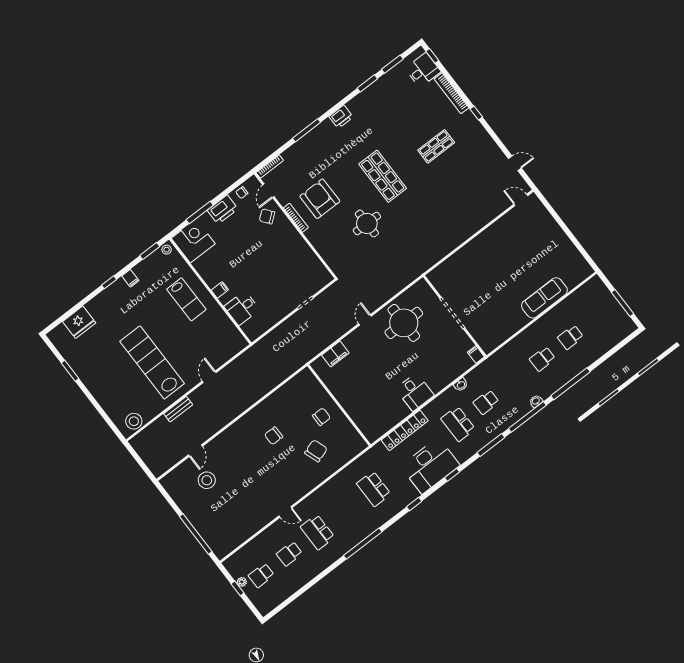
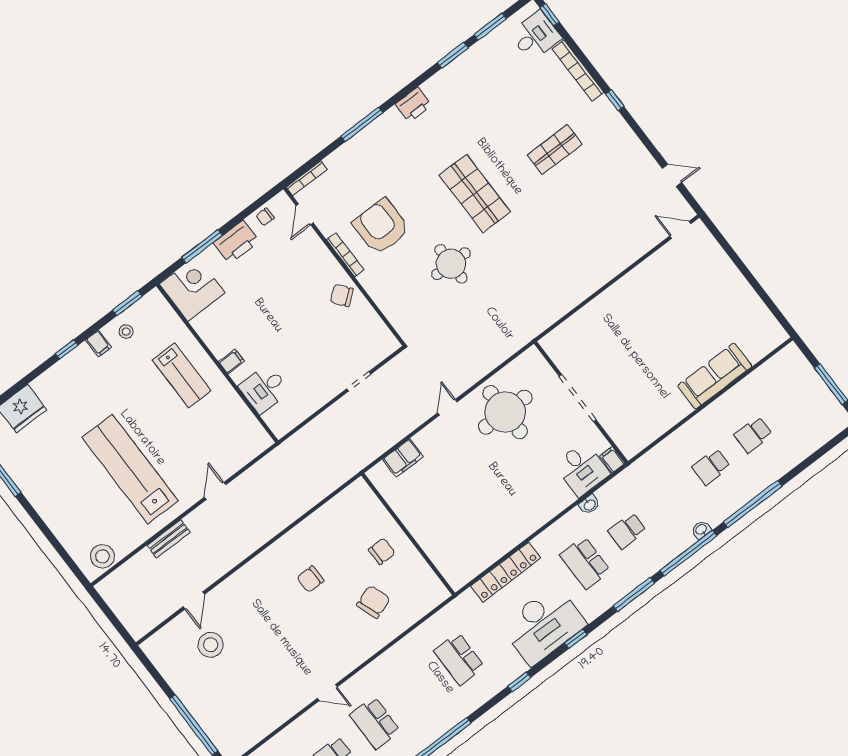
chair: (267, 216) -> (342, 295), moved
stool: (167, 250) -> (126, 332), moved
desk: (415, 392) -> (582, 469), moved

